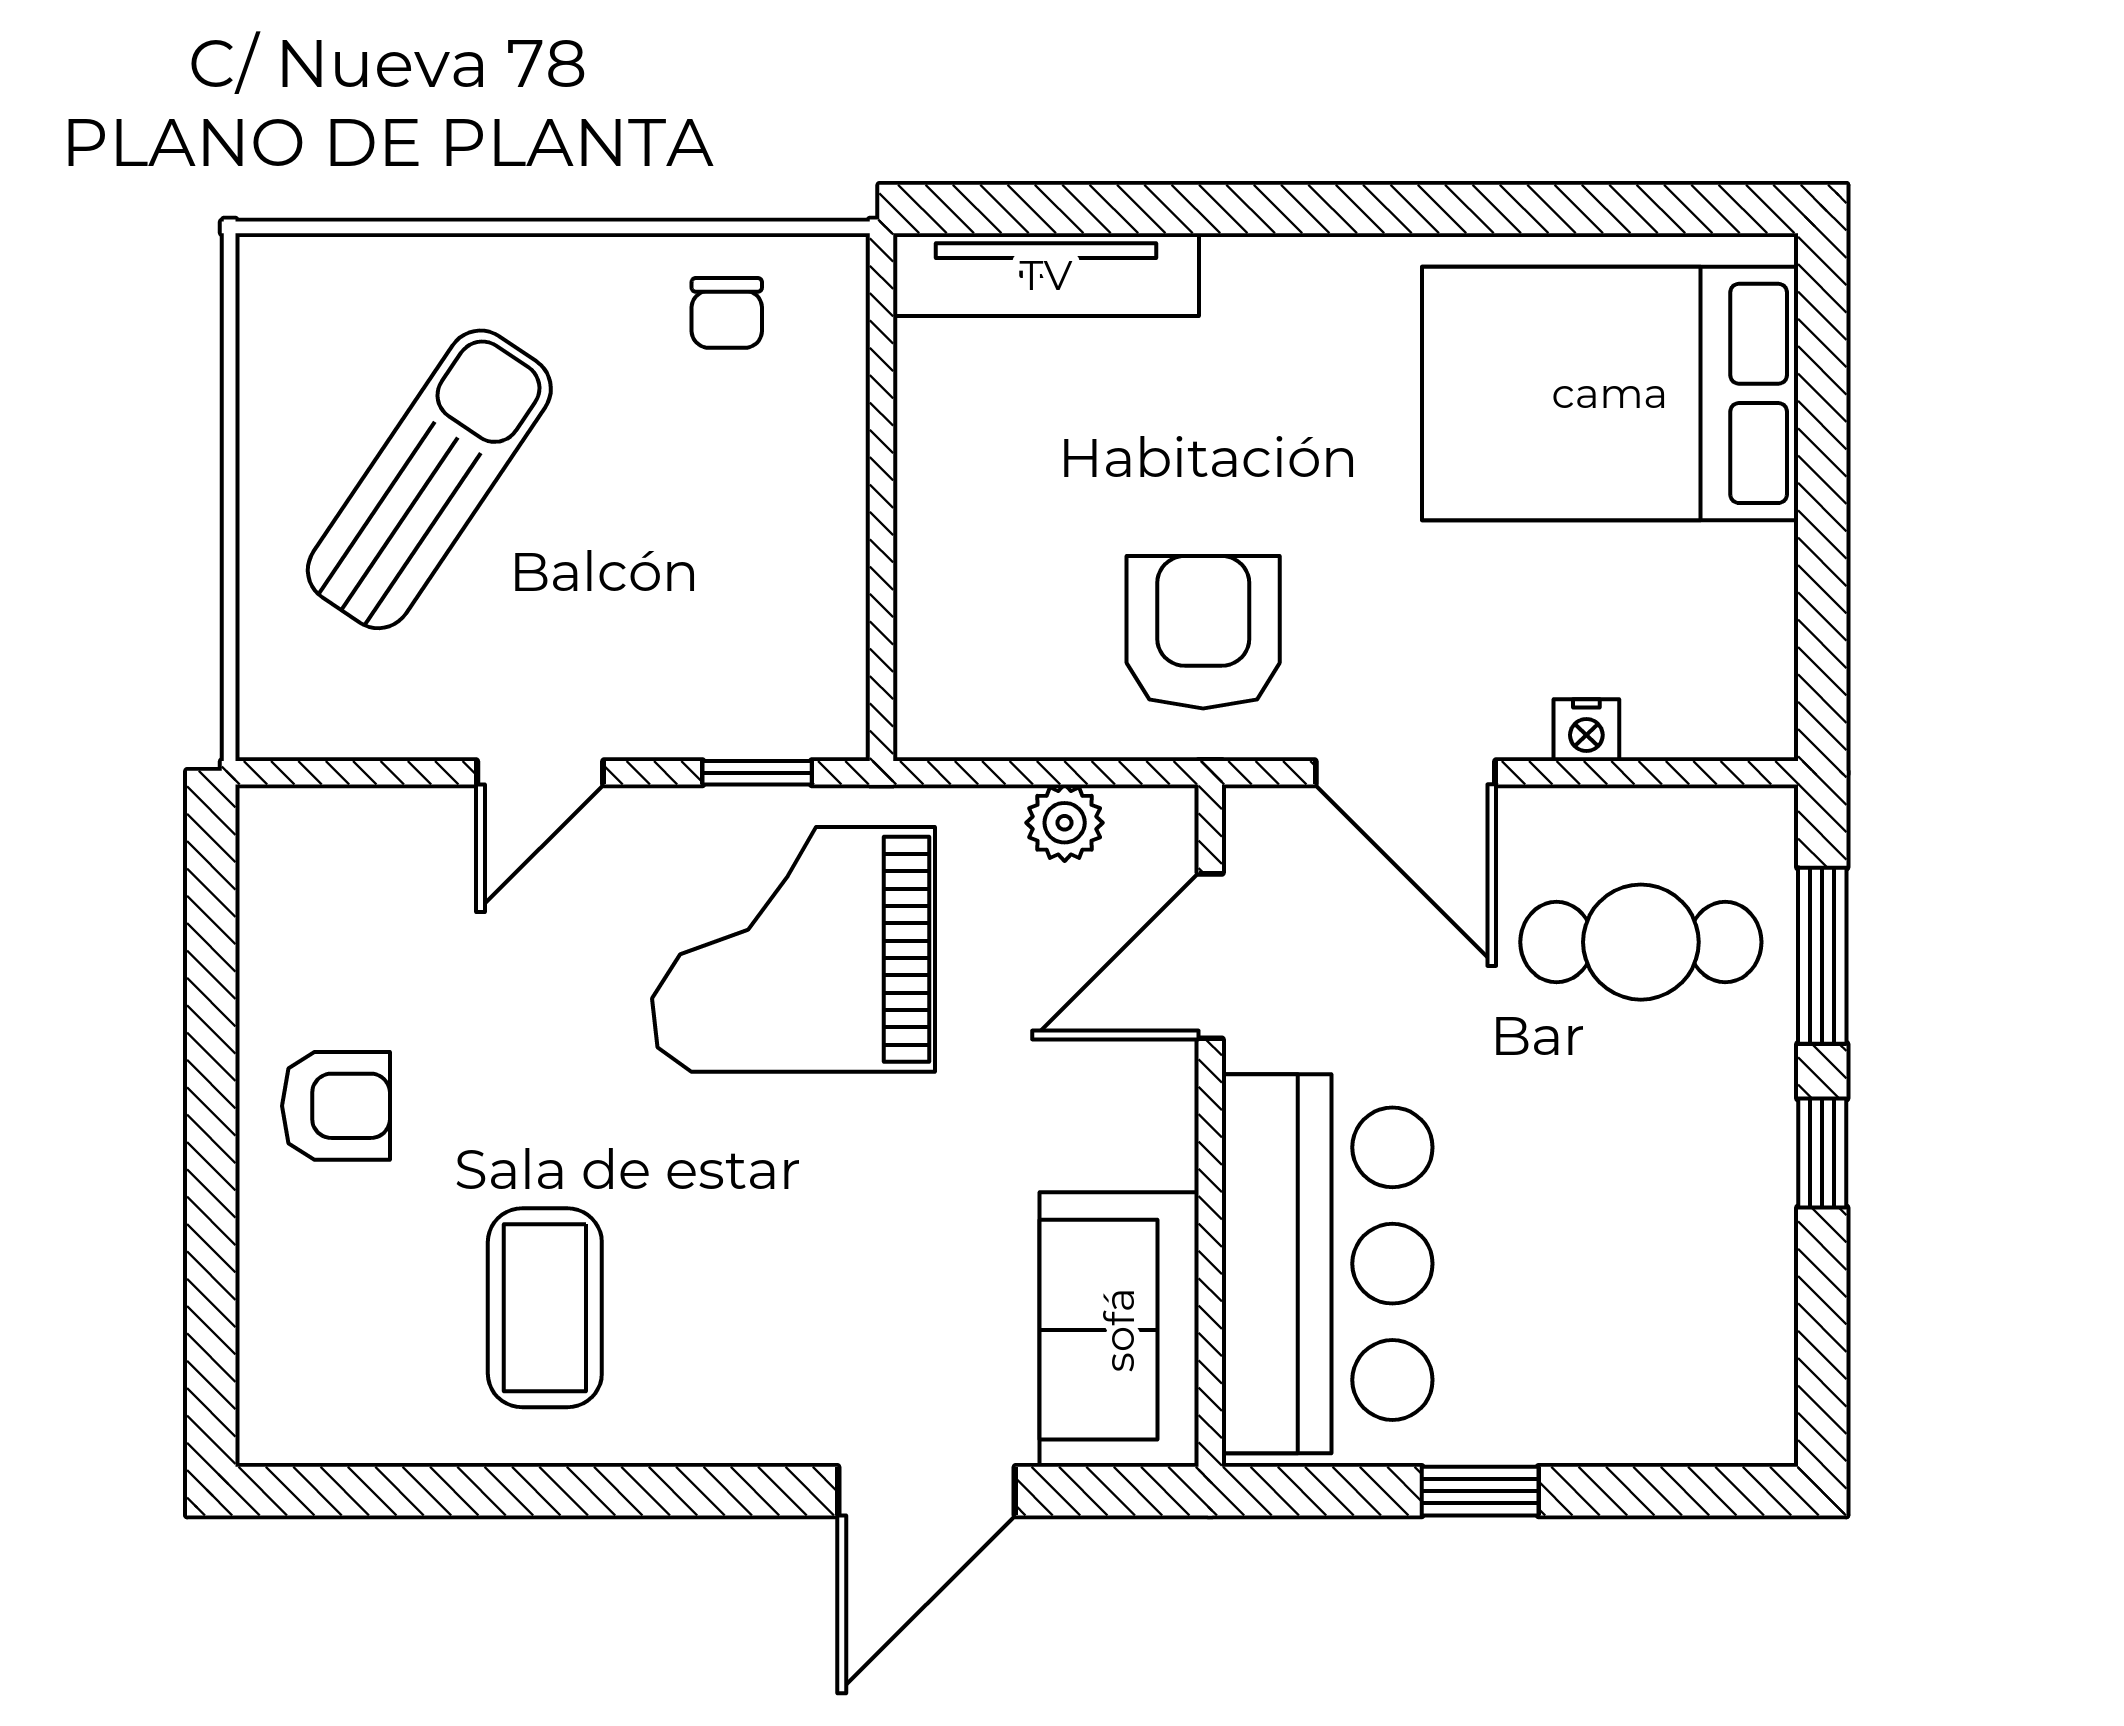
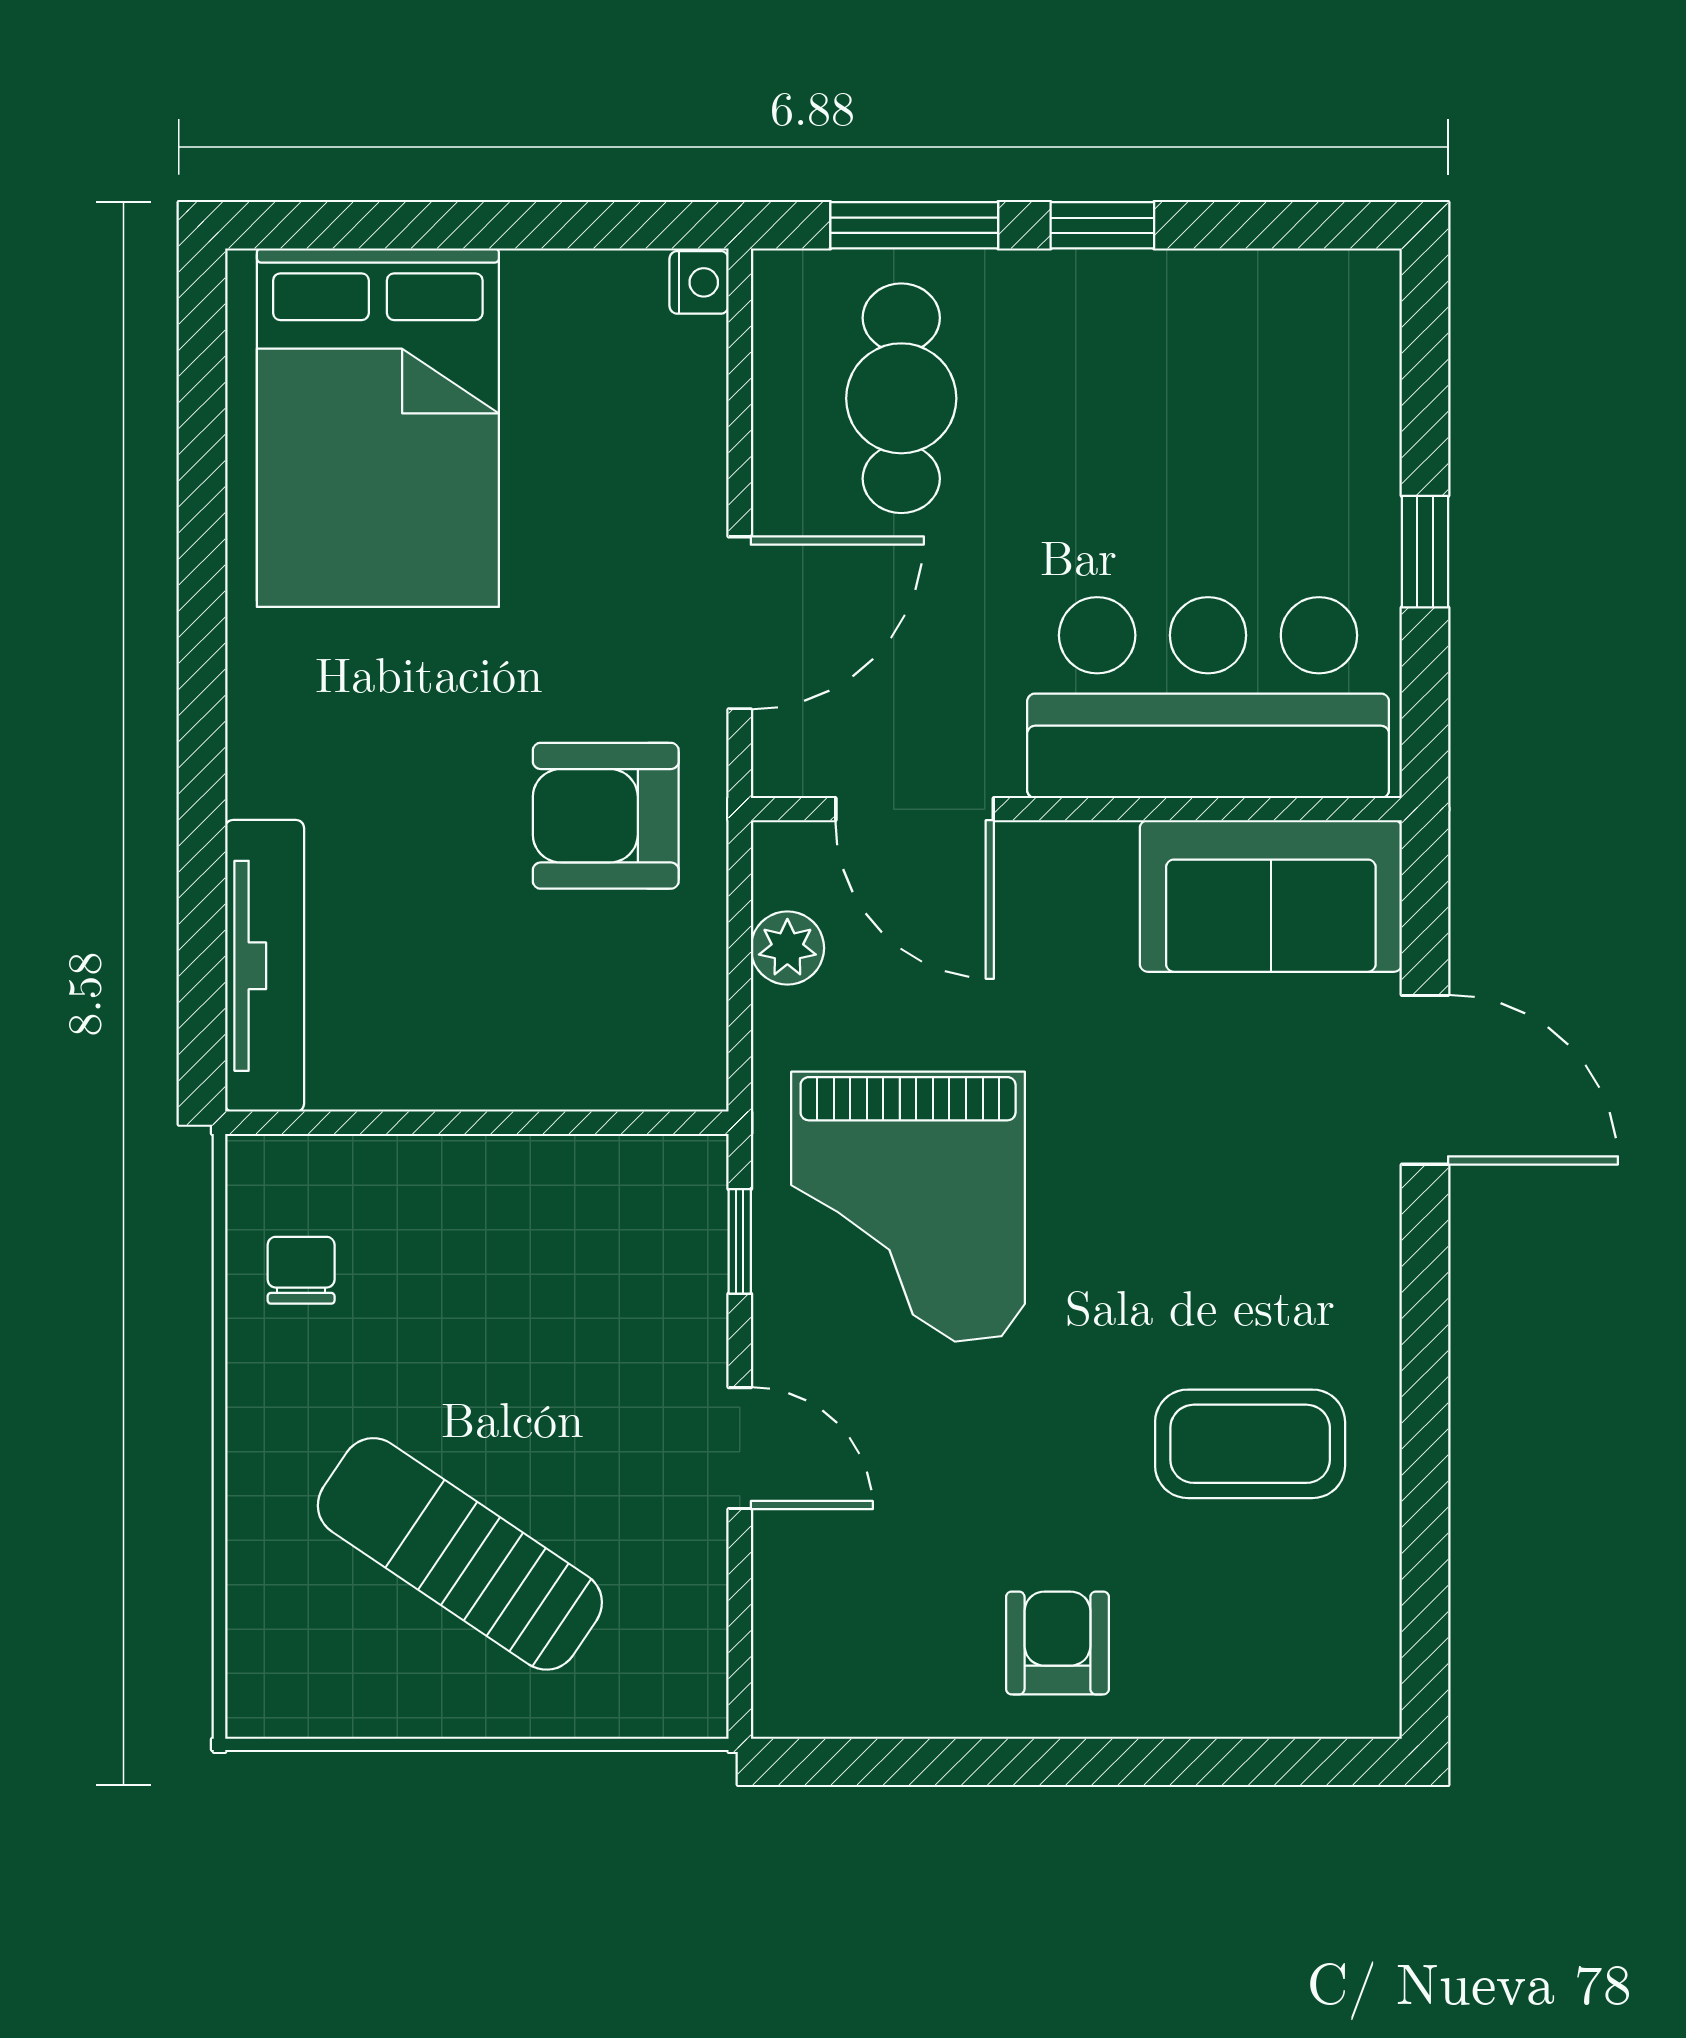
chair: (727, 313) -> (301, 1270), turned -90
nightstand: (1586, 730) -> (699, 282), moved

